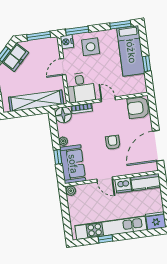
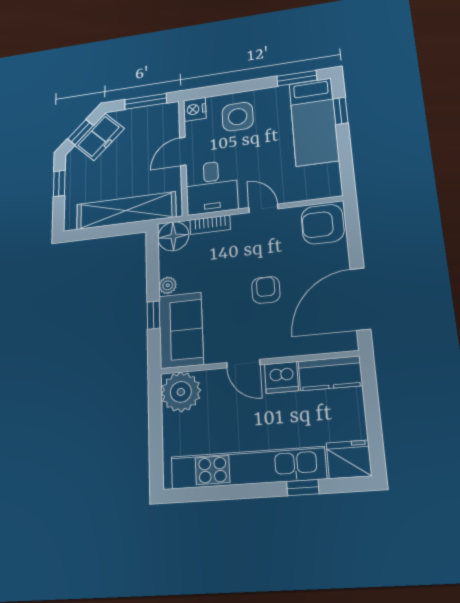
window: (77, 31) -> (215, 91), removed
window: (147, 64) -> (340, 111), moved
plant: (71, 191) -> (181, 392), width x1.88, depth x1.88
window: (105, 239) -> (303, 488), moved

